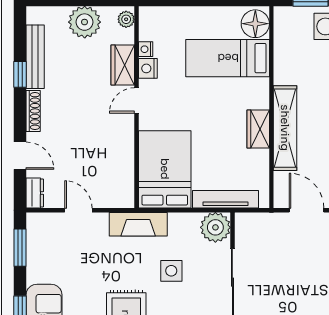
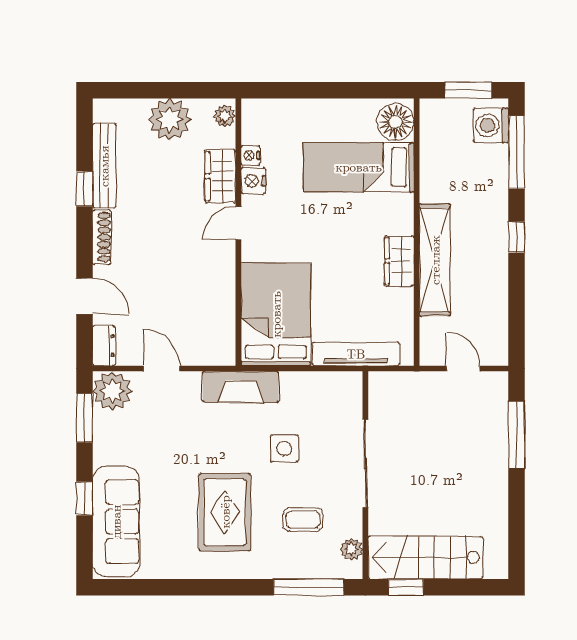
door: (306, 210) -> (463, 368), width x0.73
plant: (215, 227) -> (112, 391), moved

